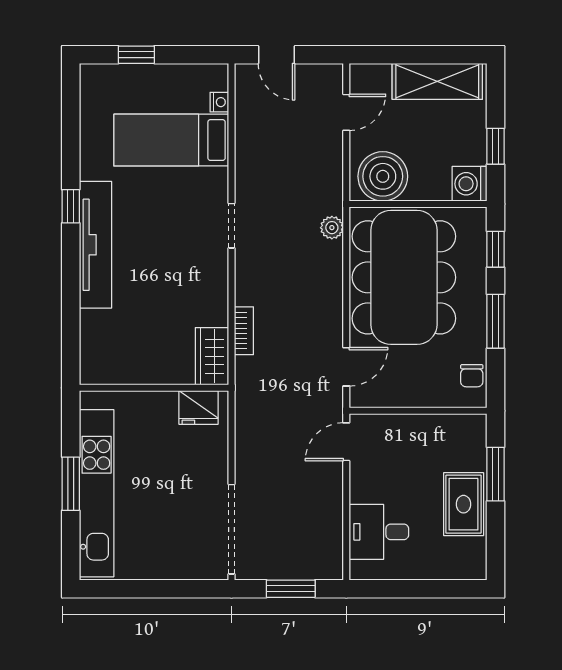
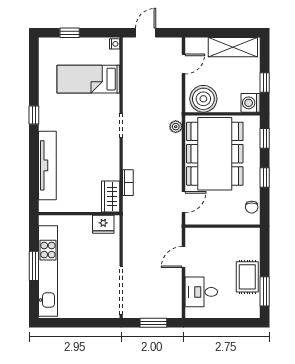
door: (276, 55) -> (146, 33), swing flipped
nightstand: (219, 102) -> (115, 44), moved
tv unit: (96, 245) -> (47, 165), moved
window: (496, 321) -> (265, 178), width x0.67
door: (346, 442) -> (184, 257), moved
window: (496, 474) -> (265, 291), moved

